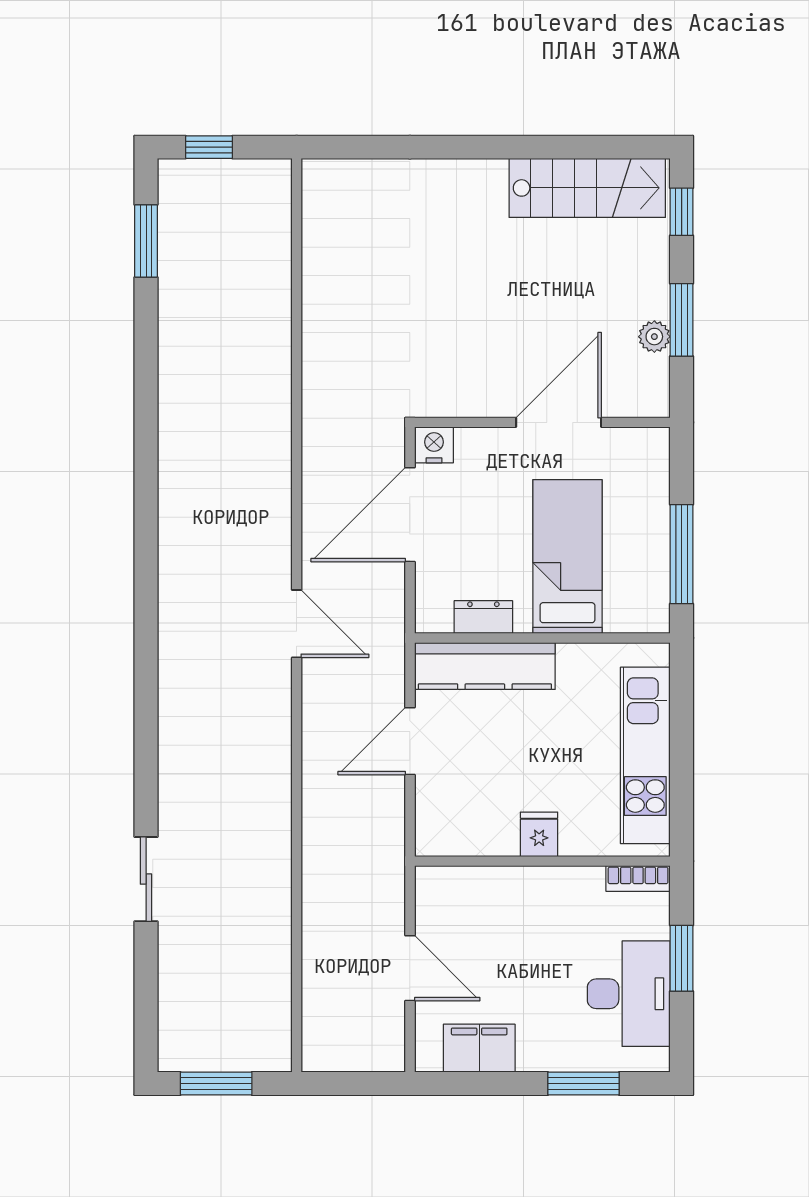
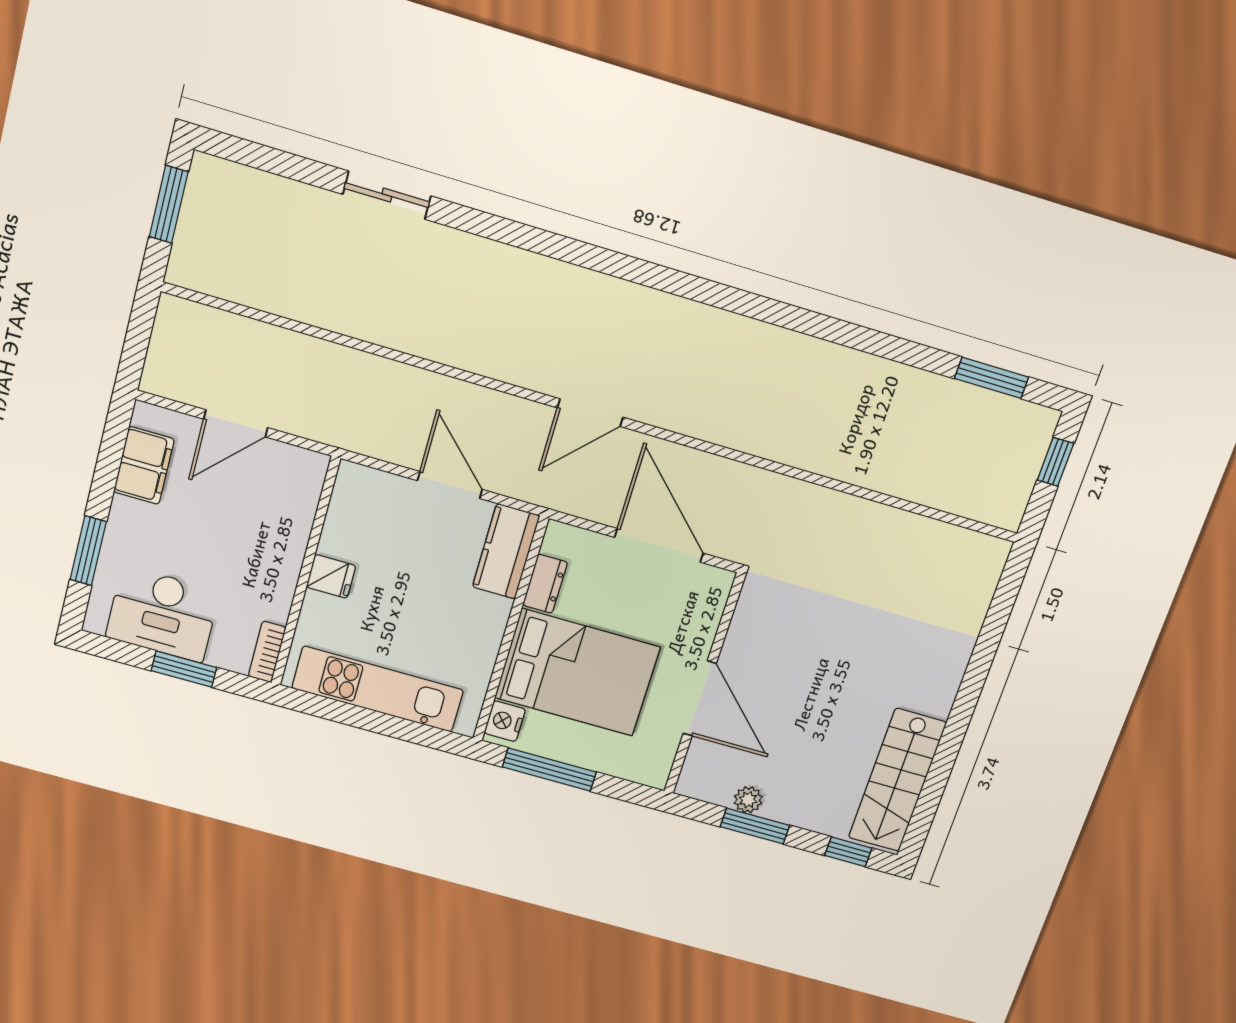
nightstand: (434, 445) -> (505, 721), moved, turned 180
bed: (567, 557) -> (577, 672), width x1.50
kitchen counter: (485, 666) -> (506, 551), width x0.67

